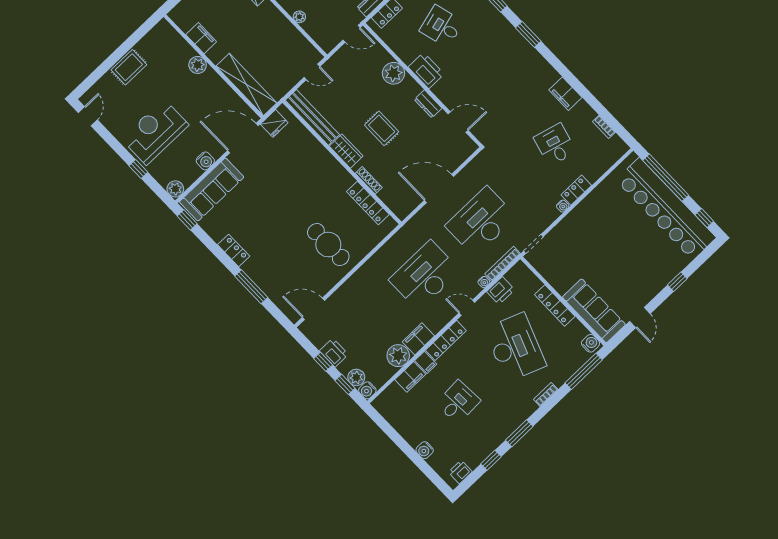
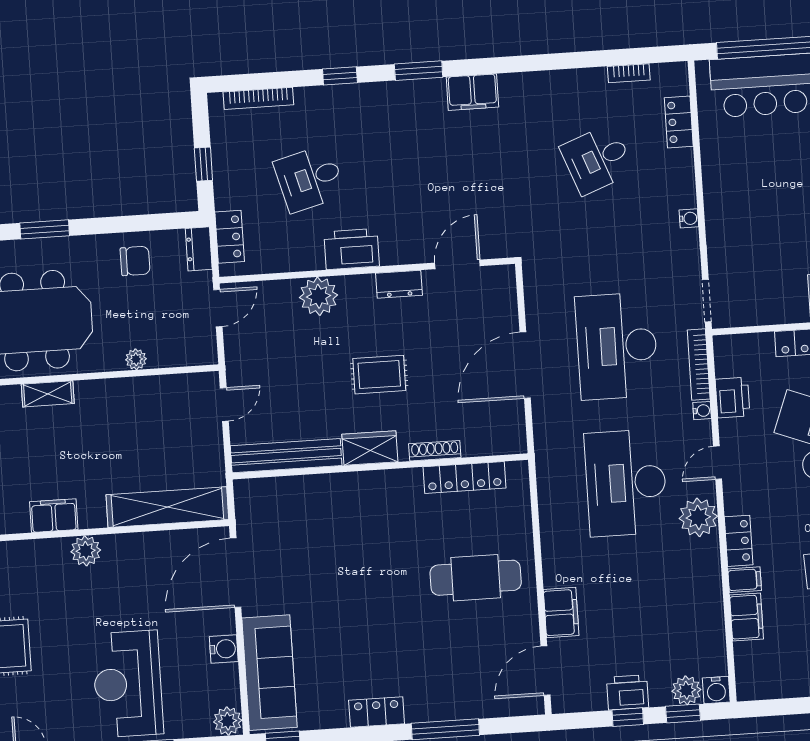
filing cabinet: (565, 94) -> (472, 92), moved
fridge: (274, 123) -> (251, 514), removed
desk: (555, 145) -> (597, 159), turned -36
locker: (576, 190) -> (679, 122), moved
filing cabinet: (418, 339) -> (561, 613), moved, turned 180
locker: (446, 340) -> (739, 541), width x0.66
plant: (398, 356) -> (698, 517), moved

